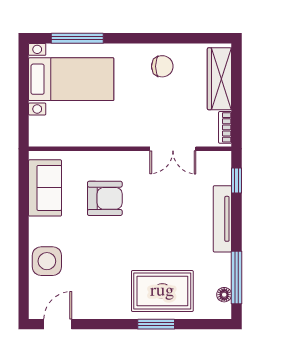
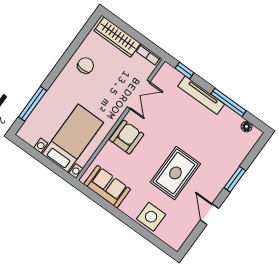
bed with nightstands: (71, 79) -> (73, 138), moved
armchair: (105, 198) -> (127, 137), moved
window: (237, 278) -> (228, 102), moved
rug: (162, 291) -> (175, 173), moved
door: (58, 324) -> (210, 214), moved

